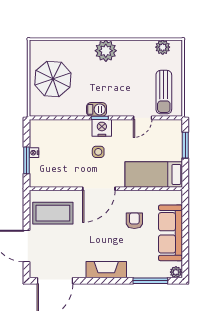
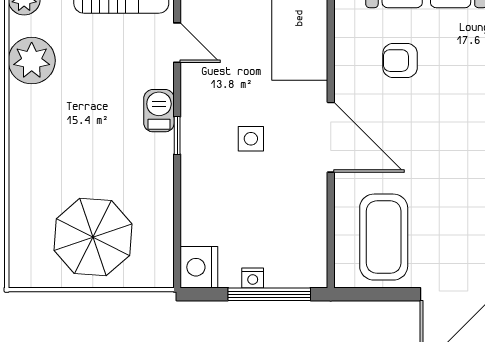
plant: (106, 51) -> (32, 61), moved
barbecue: (97, 109) -> (159, 111), moved
nightstand: (102, 128) -> (199, 267), moved
window: (27, 160) -> (269, 294), width x1.44

